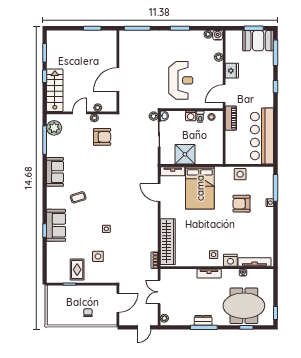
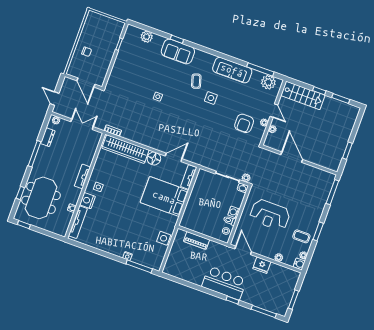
booth: (258, 41) -> (281, 299), removed
coffee table: (191, 43) -> (301, 236), added
piano: (231, 118) -> (197, 240), moved
bar counter: (262, 136) -> (224, 283), moved, width x0.73
shower: (185, 154) -> (200, 194), removed
sofa: (55, 172) -> (232, 70), width x1.36
armchair: (242, 204) -> (136, 230), removed
floor lamp: (167, 211) -> (154, 159), added
side table: (98, 256) -> (211, 98), moved
plant: (53, 260) -> (147, 37), added
rug: (77, 270) -> (130, 56), removed
dresser: (203, 320) -> (48, 137), moved

